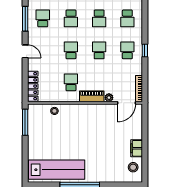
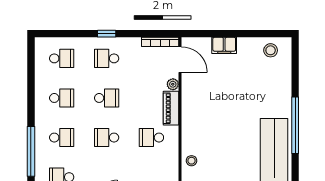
school desk: (99, 50) -> (107, 98), turned 180
filing cabinet: (137, 148) -> (224, 45), moved

